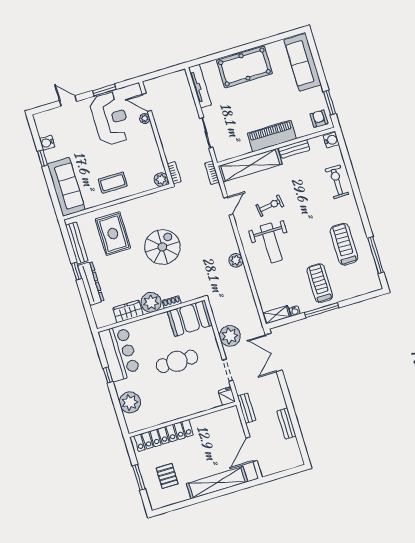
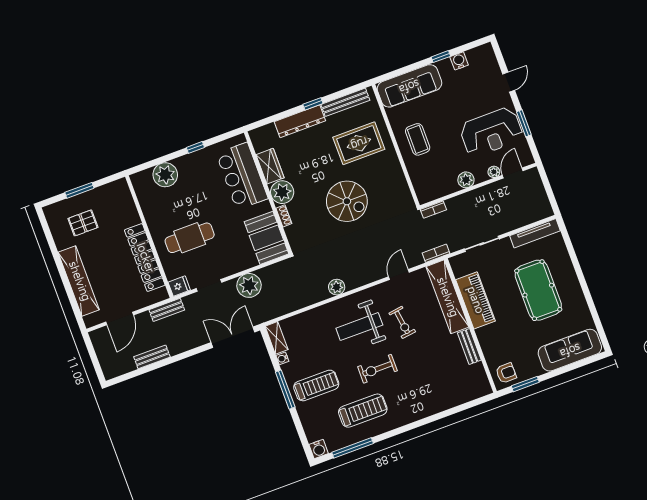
pool table: (245, 67) -> (538, 290), moved
piano: (272, 136) -> (475, 300), moved
water cooler: (331, 140) -> (319, 449), moved
plant: (161, 180) -> (466, 180), moved
exercise bike: (337, 182) -> (377, 369), moved, turned 180
door: (228, 206) -> (399, 275), swing flipped
bar counter: (119, 353) -> (242, 176), moved, turned 90
cafe table: (177, 361) -> (190, 238), moved, turned 90
locker: (164, 435) -> (145, 258), moved
door: (252, 449) -> (120, 318), swing flipped

